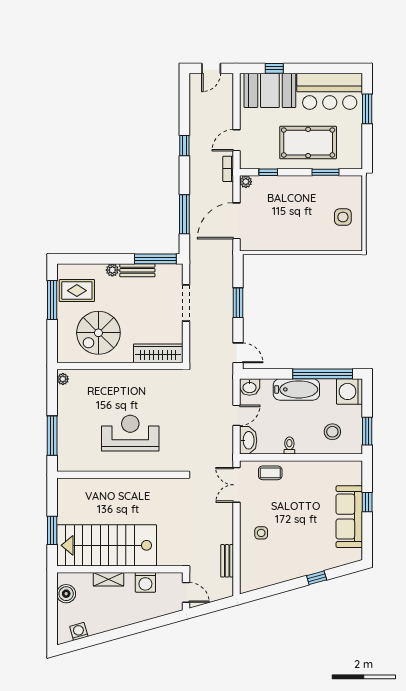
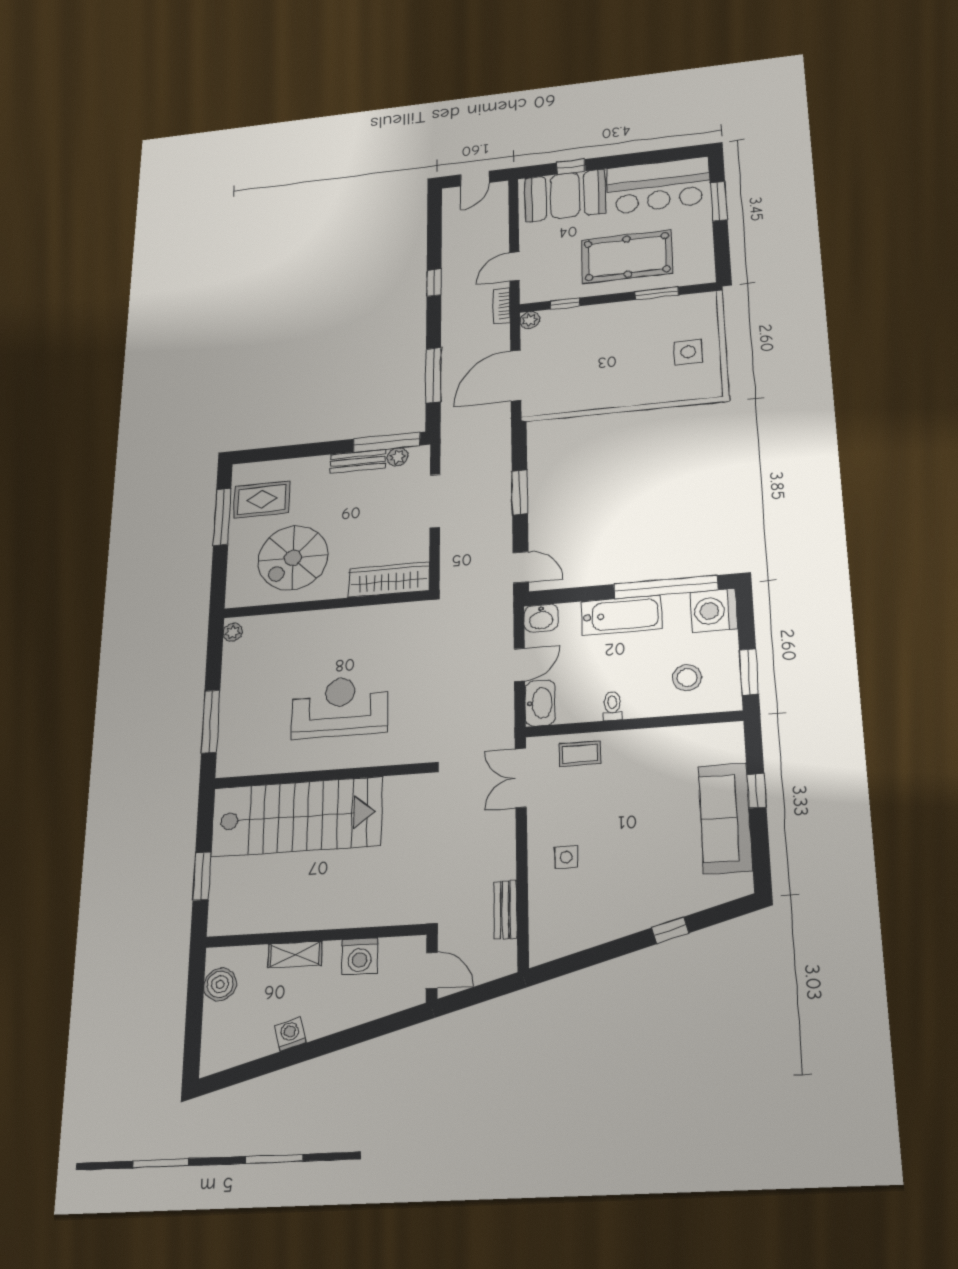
plant: (112, 270) -> (398, 457), moved
stairs: (107, 545) -> (297, 817), moved, turned 180
washing machine: (79, 631) -> (290, 1034), moved

